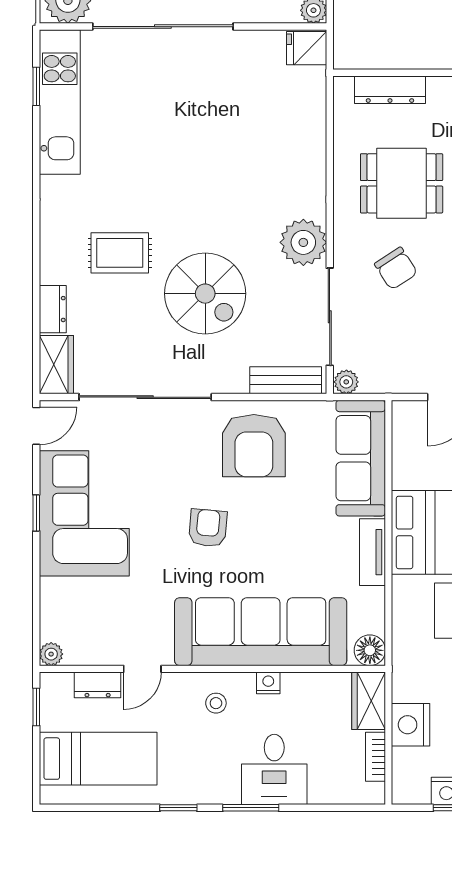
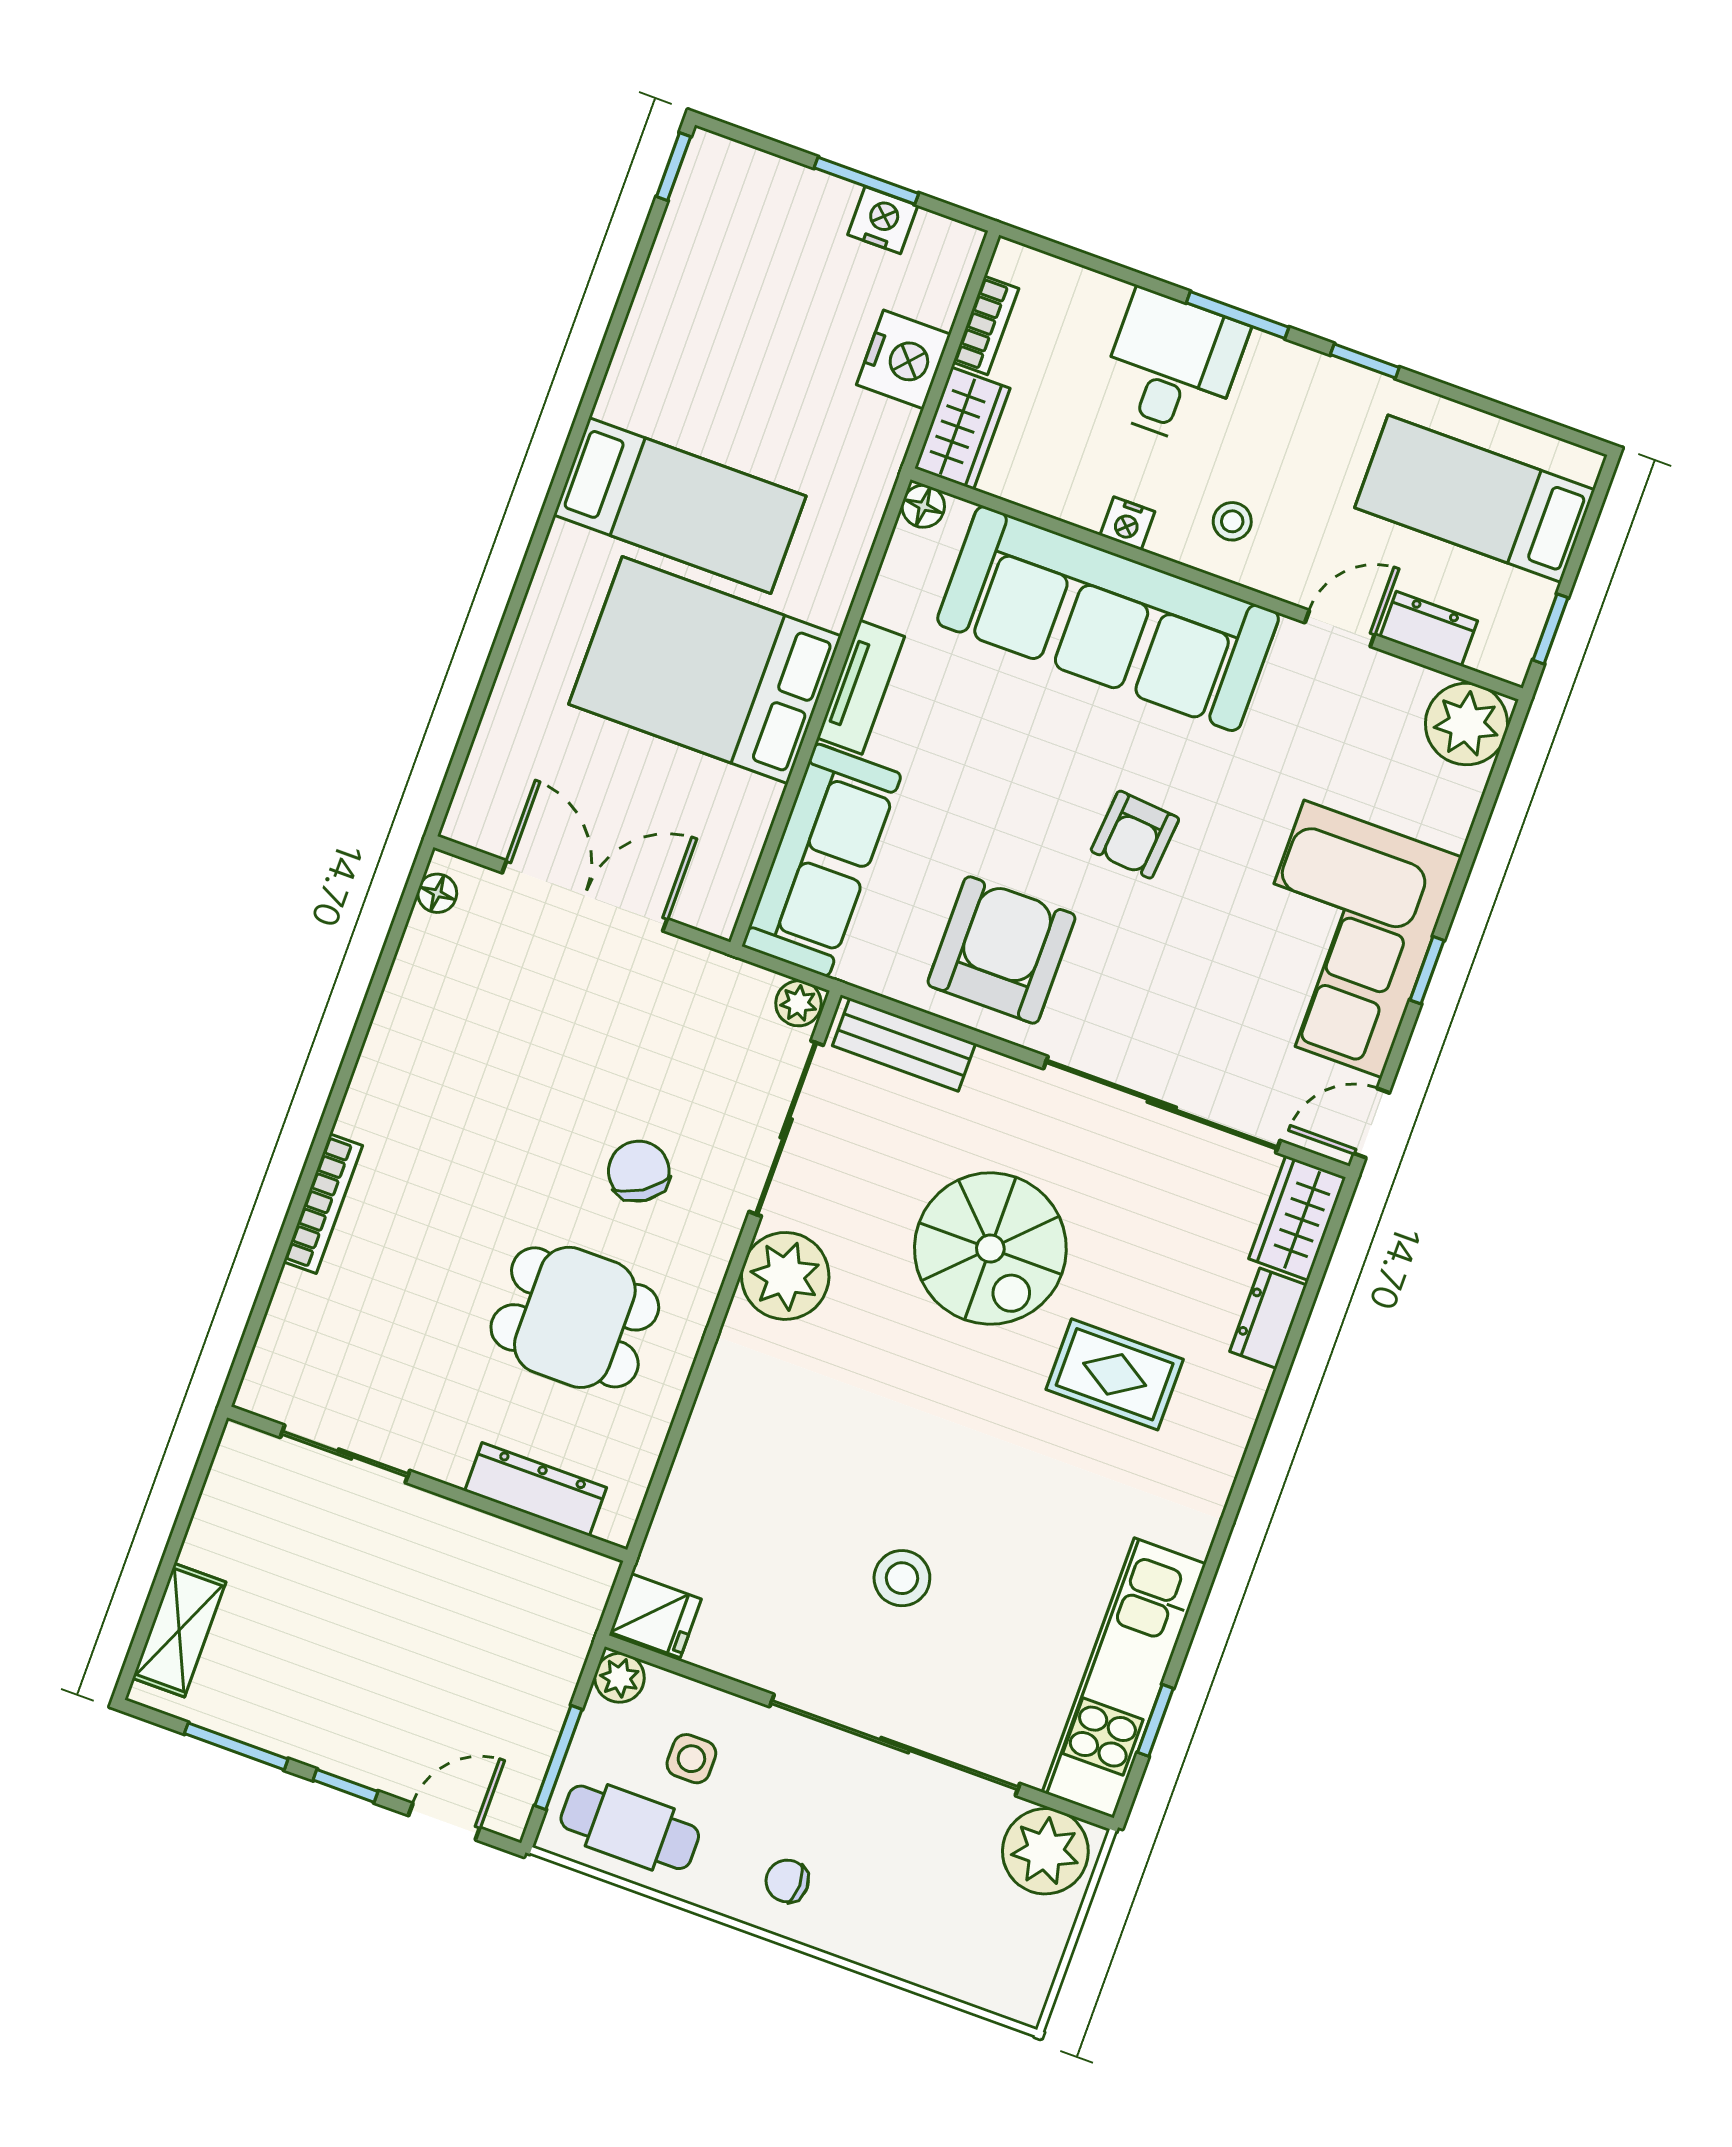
stool: (190, 112) -> (902, 1578), added
spiral stairs: (205, 294) -> (990, 1249), turned 180
floor lamp: (370, 650) -> (923, 506), width x0.73, depth x0.73
plant: (51, 654) -> (1466, 724), width x1.88, depth x1.88

